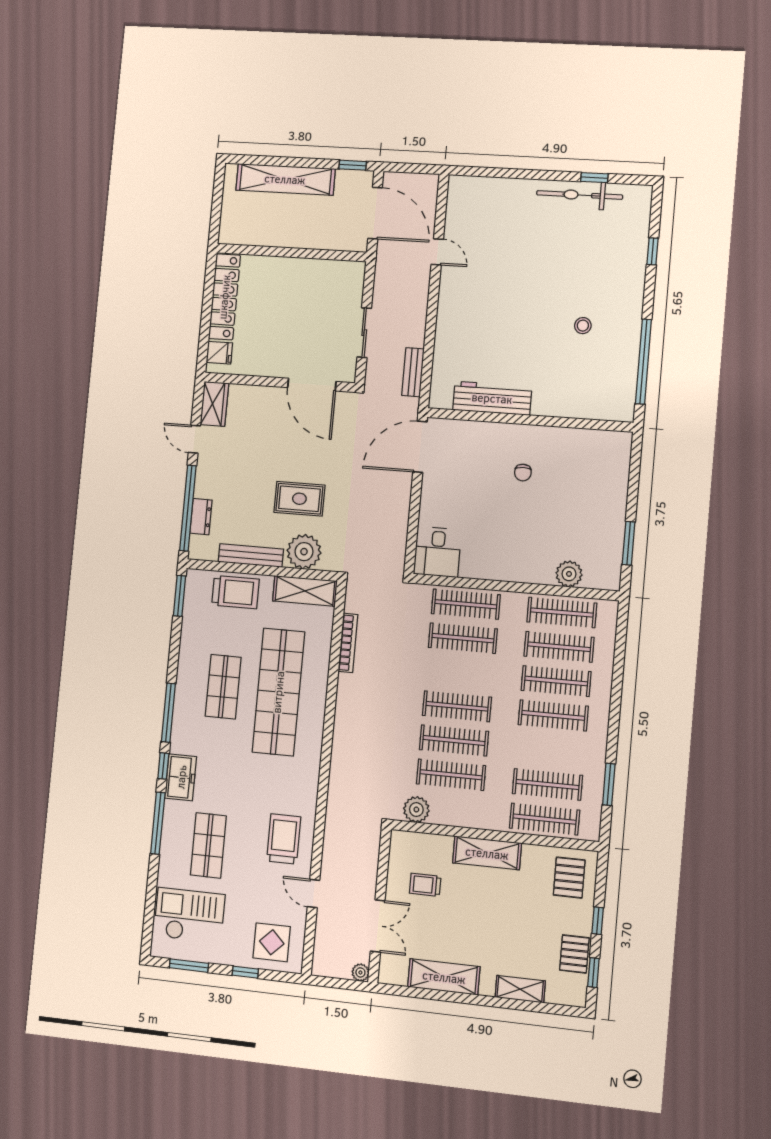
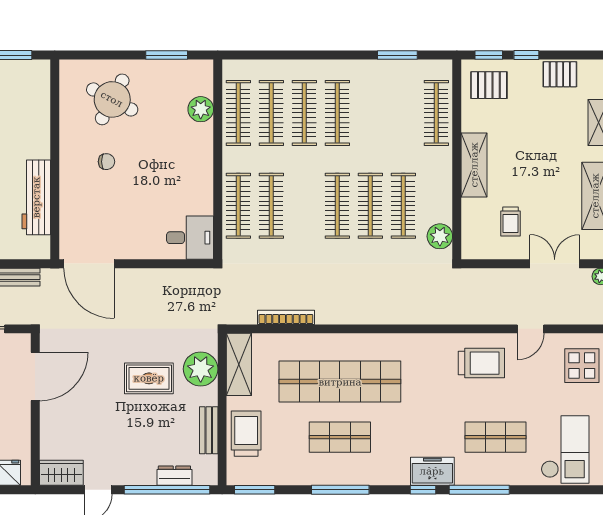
round table: (587, 483) -> (112, 99), added
rug: (299, 499) -> (149, 378), turned 90
bench: (251, 555) -> (209, 430), width x0.73
window: (168, 713) -> (340, 490), moved
clothes rail: (547, 784) -> (403, 113), removed
trolley: (284, 839) -> (481, 363), turned 180
checkout: (189, 915) -> (565, 449), turned 180
window: (593, 973) -> (489, 55), moved

